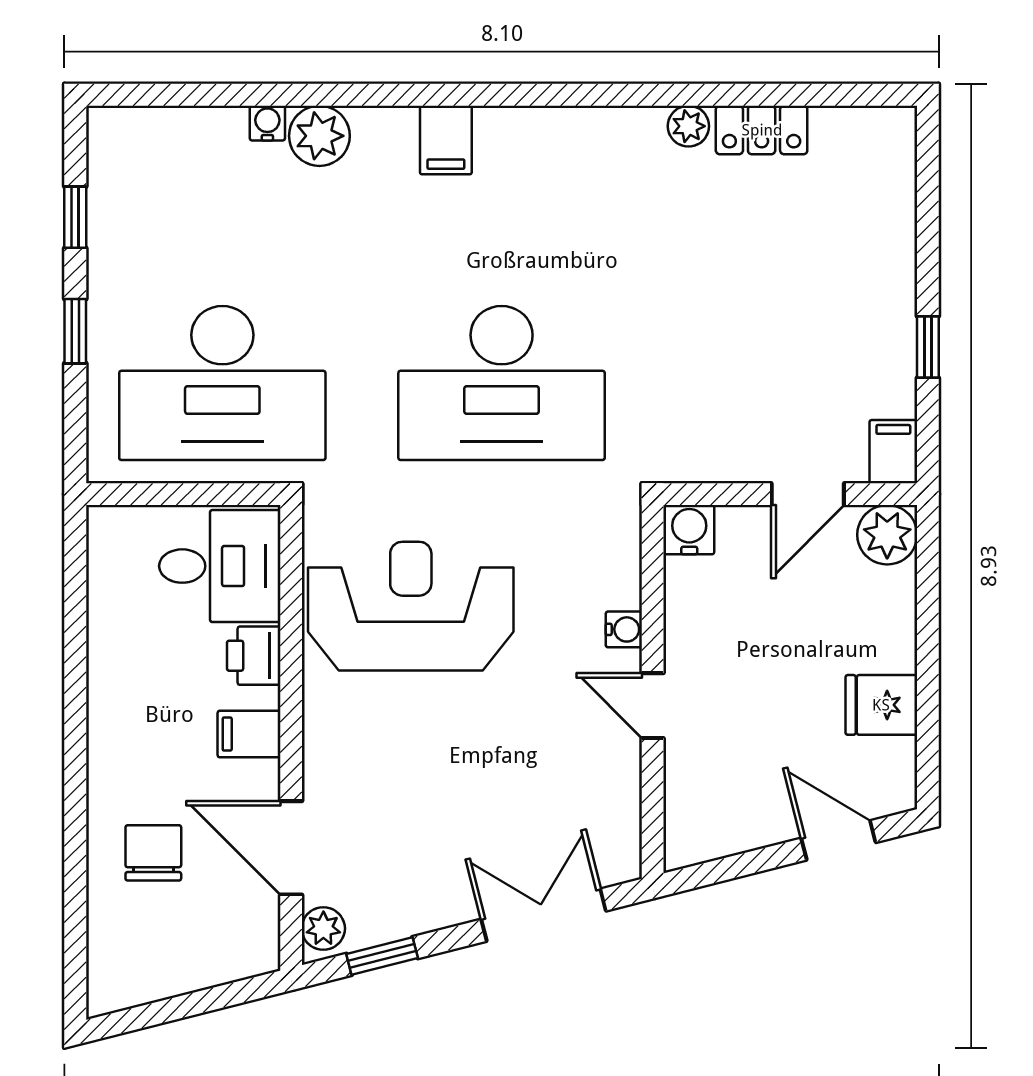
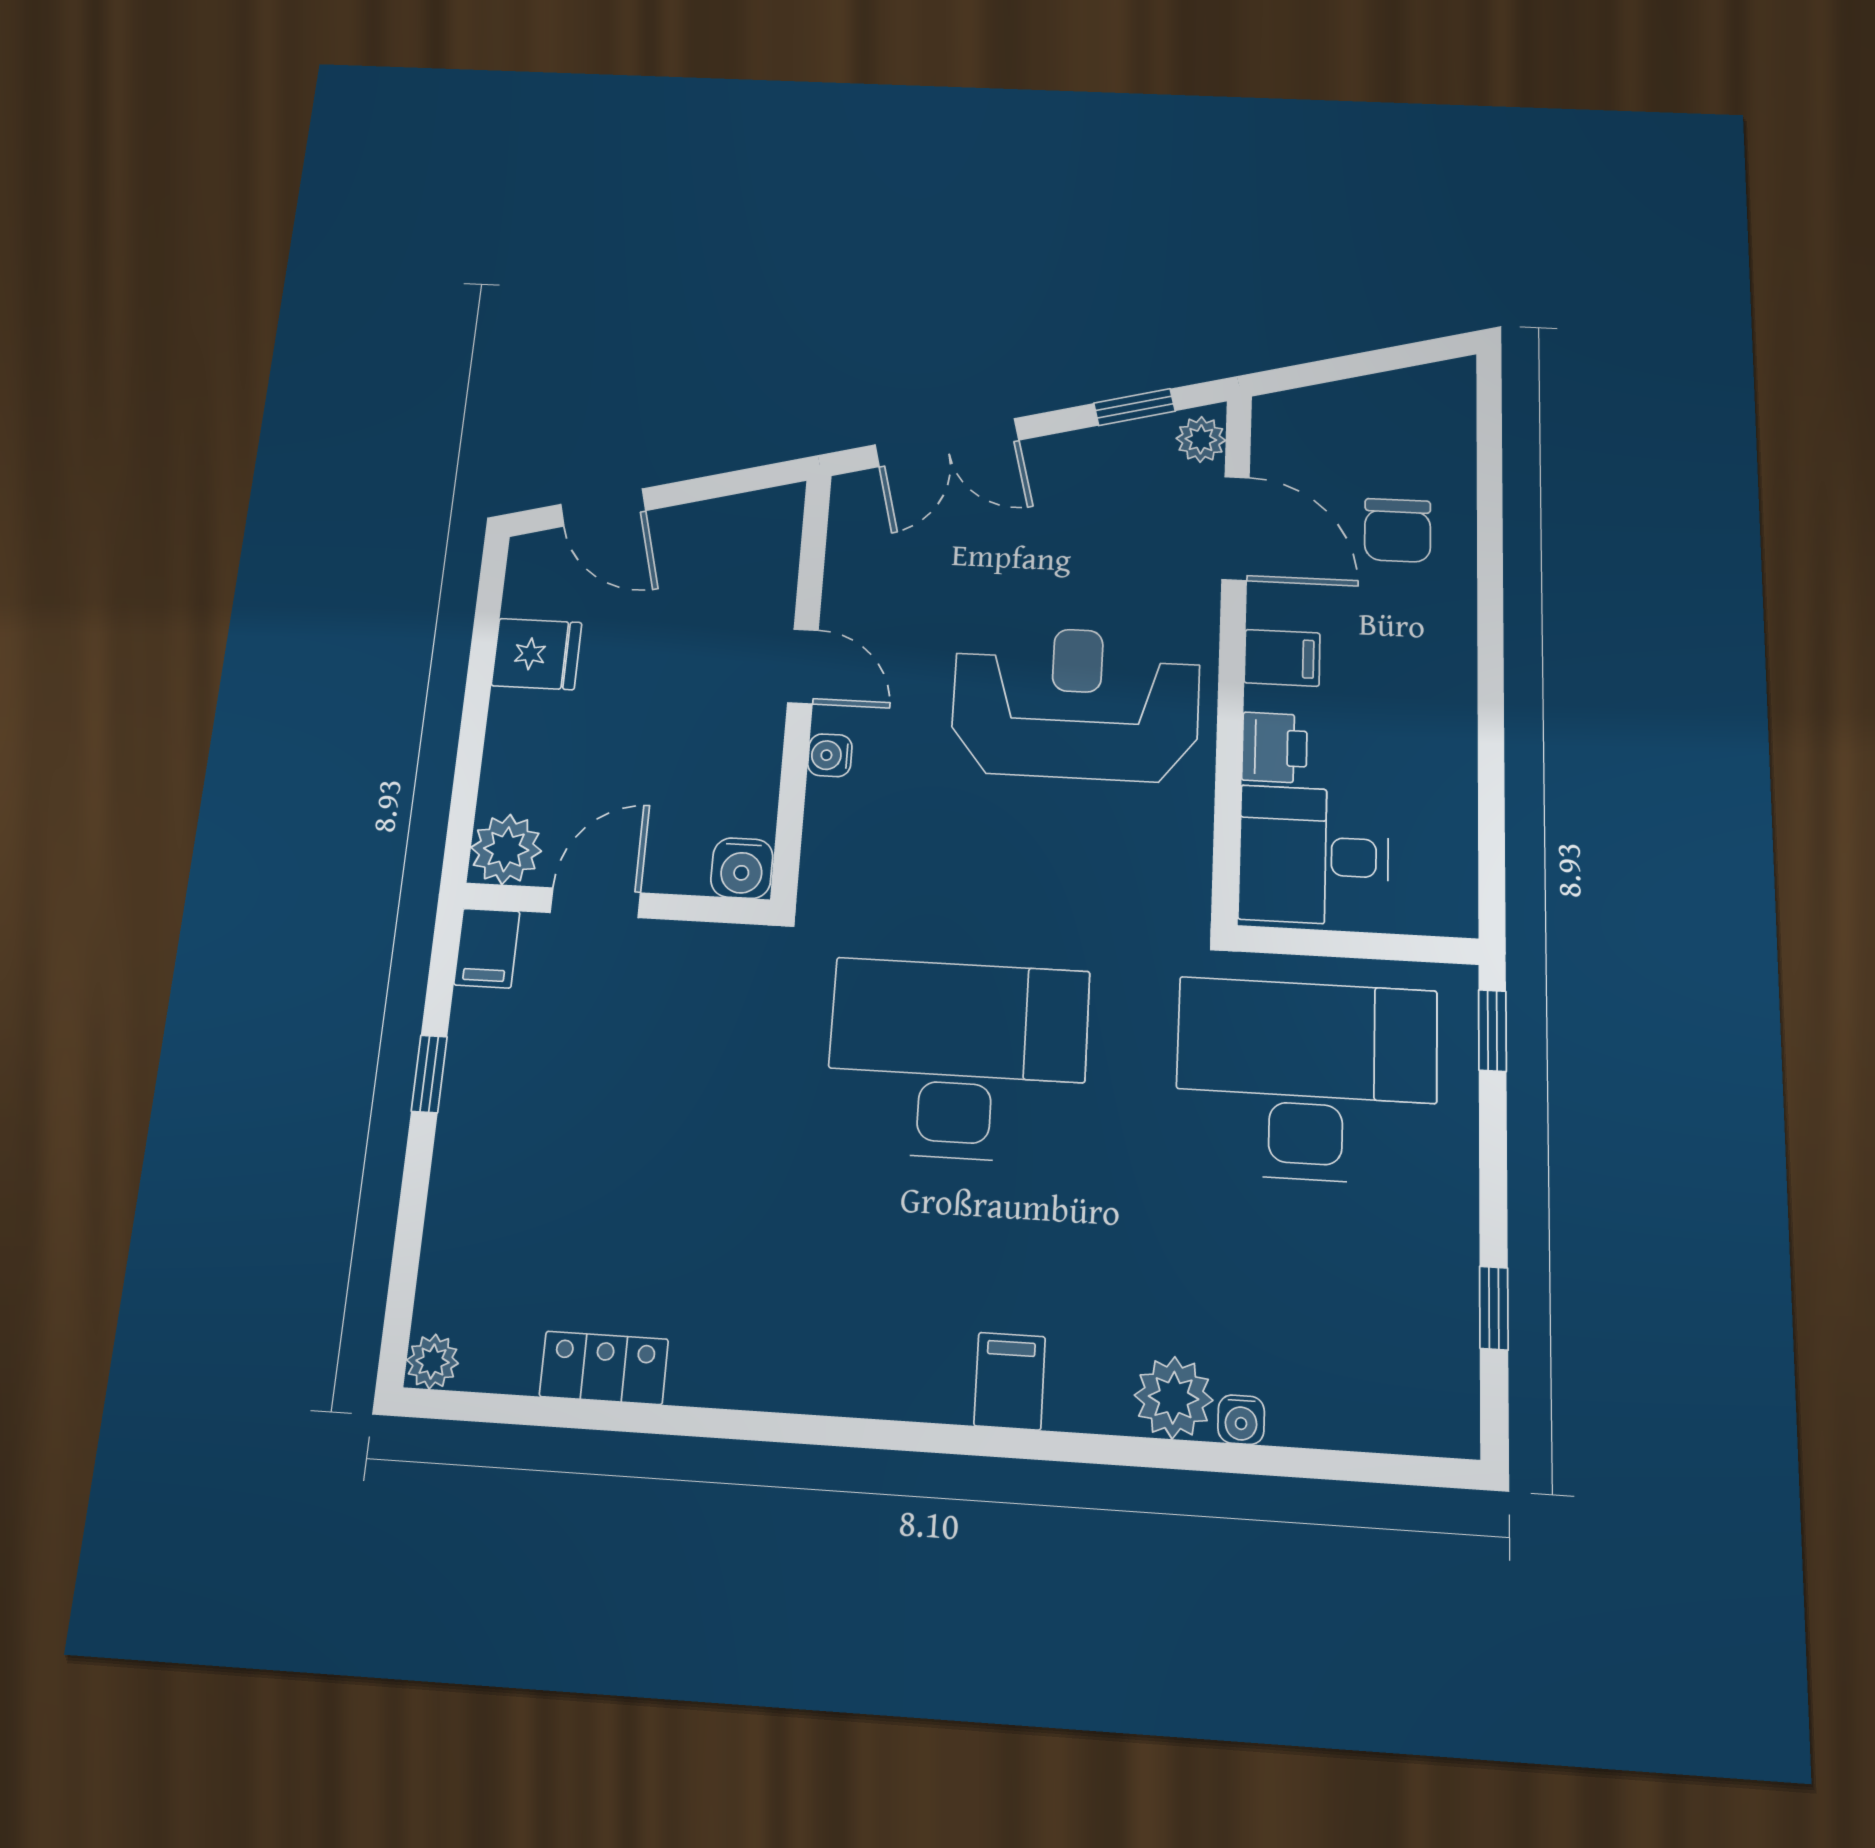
plant: (688, 126) -> (433, 1362), moved
window: (75, 331) -> (1492, 1031), moved
reception desk: (411, 606) -> (1076, 703), moved, turned 180

